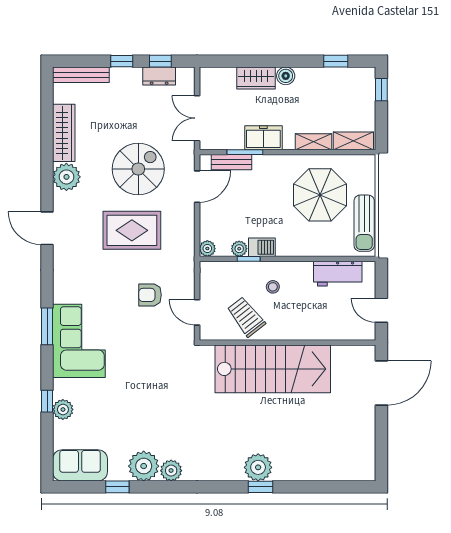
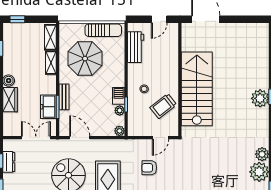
double door: (197, 118) -> (36, 138), swing flipped
freezer: (263, 138) -> (48, 107), moved
bench: (232, 162) -> (64, 97), moved
armchair: (150, 295) -> (149, 168), turned 90

